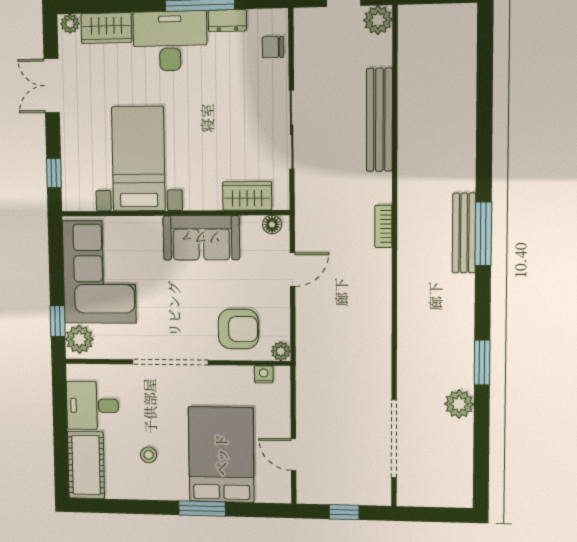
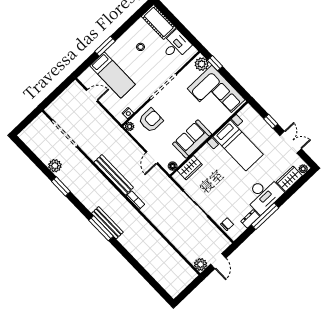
bench: (379, 120) -> (114, 175), moved
window: (54, 173) -> (271, 121), moved
armchair: (238, 329) -> (151, 120), turned 180
bed: (221, 455) -> (112, 75), width x0.67
window: (344, 512) -> (57, 92), removed

